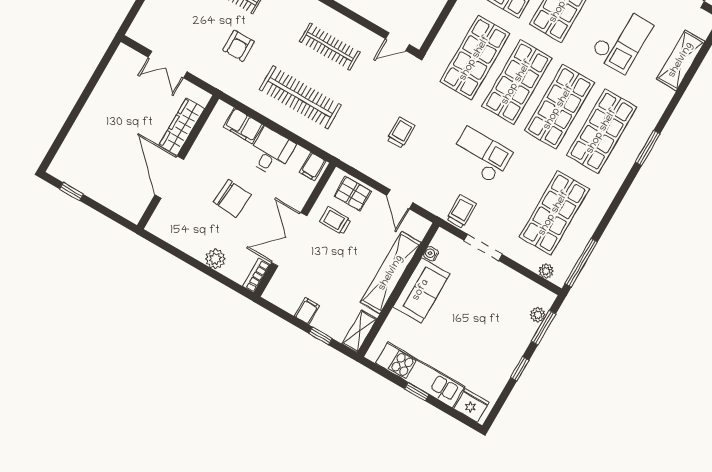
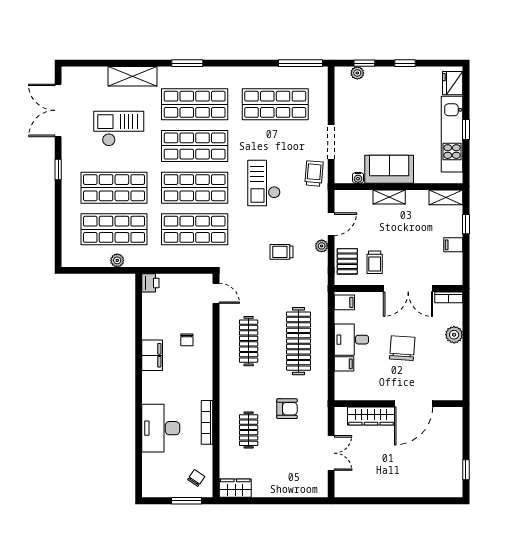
shelving: (681, 60) -> (132, 76), moved
filing cabinet: (243, 126) -> (344, 364), width x0.50
trolley: (461, 212) -> (314, 174), turned 95
plant: (546, 271) -> (322, 246), moved
shelving: (391, 273) -> (389, 197), width x0.45, depth x0.75
window: (544, 328) -> (364, 63), width x0.67

